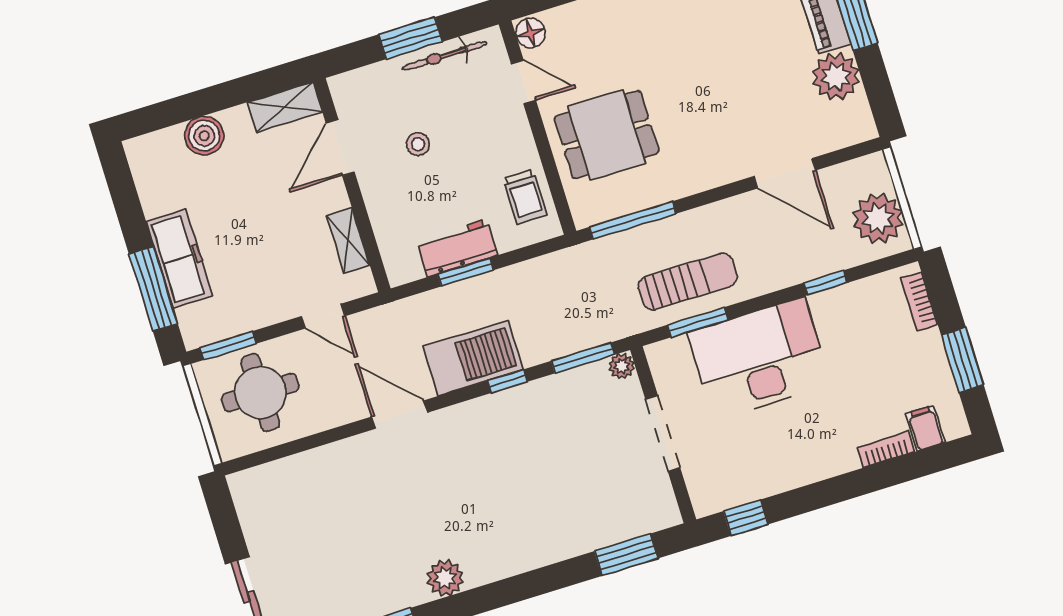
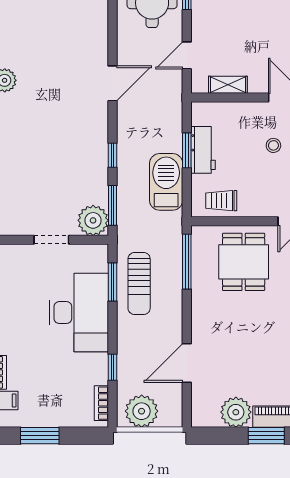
bookcase: (919, 301) -> (101, 403), moved, turned -90
barbecue: (473, 358) -> (166, 182), moved, turned 180
plant: (622, 366) -> (93, 220), width x1.88, depth x1.88
doorway: (663, 433) -> (51, 240), width x0.73

